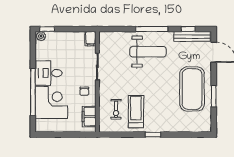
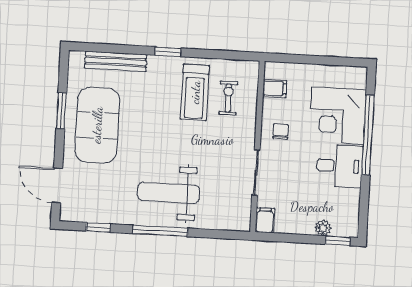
plant: (41, 36) -> (323, 228), moved
bench: (192, 36) -> (116, 61), moved
filing cabinet: (89, 116) -> (275, 88), width x0.50

